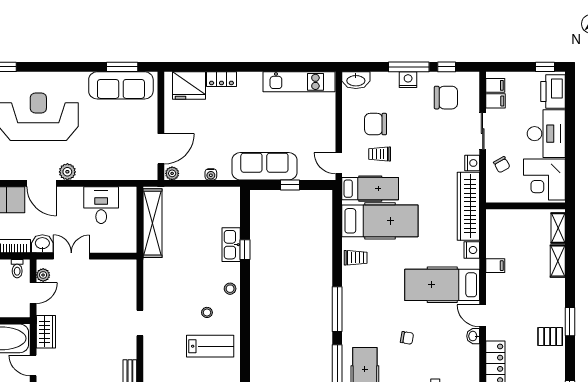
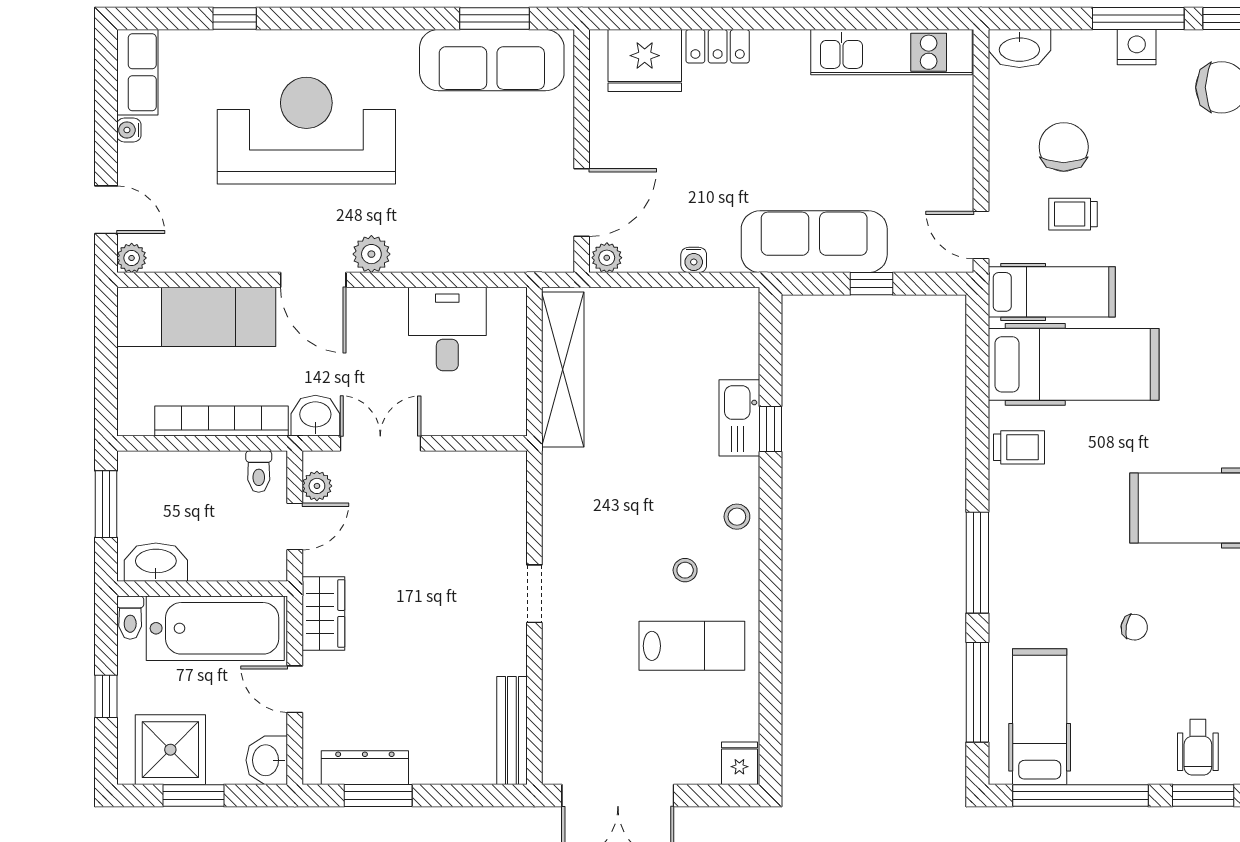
chair: (376, 124) -> (1064, 147), turned 90

